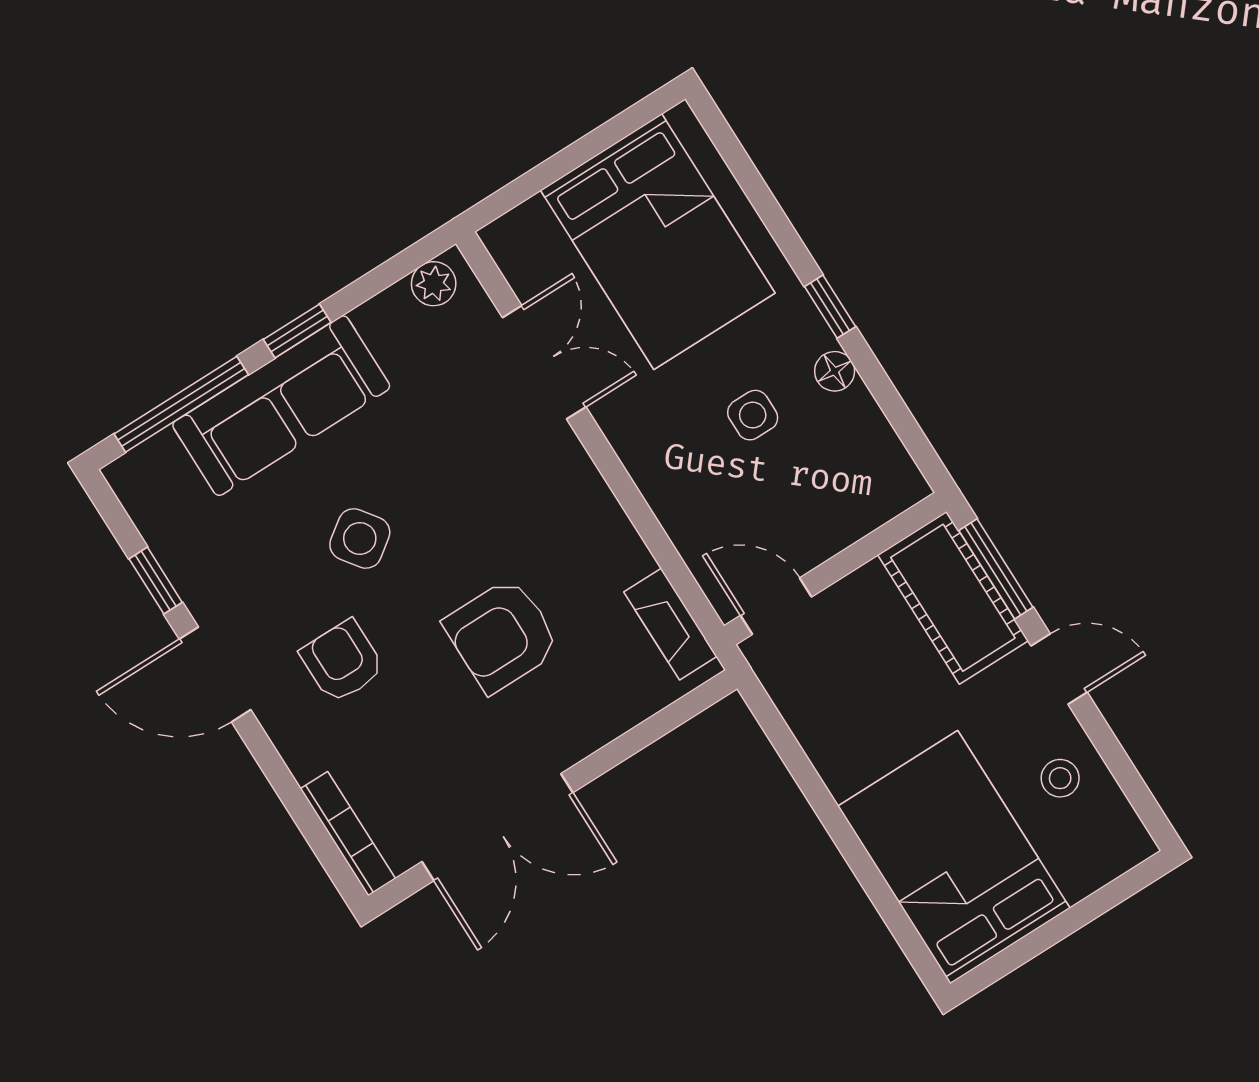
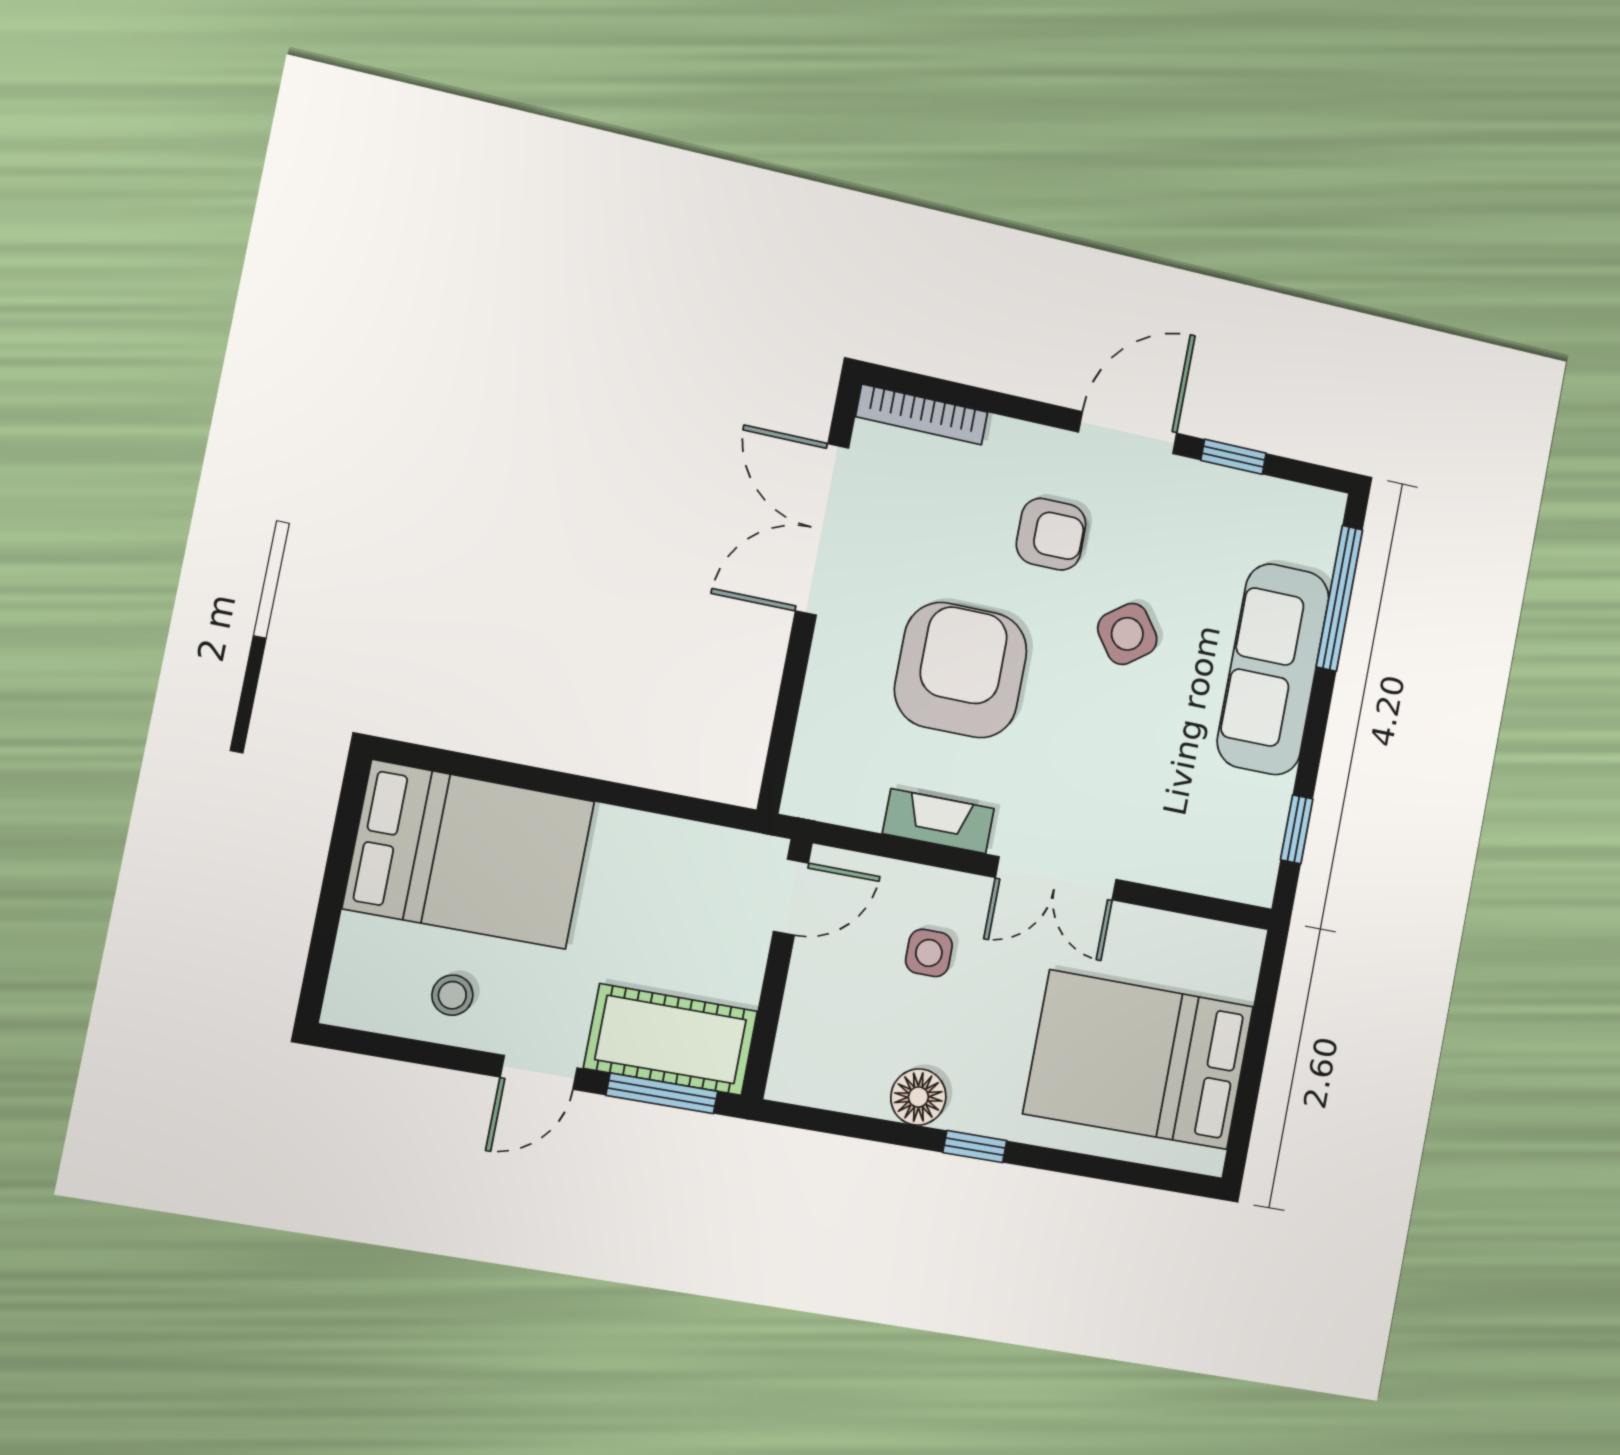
plant: (434, 284) -> (1258, 865), removed
window: (297, 331) -> (1297, 829), moved
double door: (544, 362) -> (1056, 878), moved
floor lamp: (835, 371) -> (918, 1097), width x1.37, depth x1.37
side table: (753, 415) -> (929, 953), moved
fireplace: (670, 624) -> (938, 821), moved
armchair: (502, 635) -> (961, 670), width x1.36, depth x1.36

